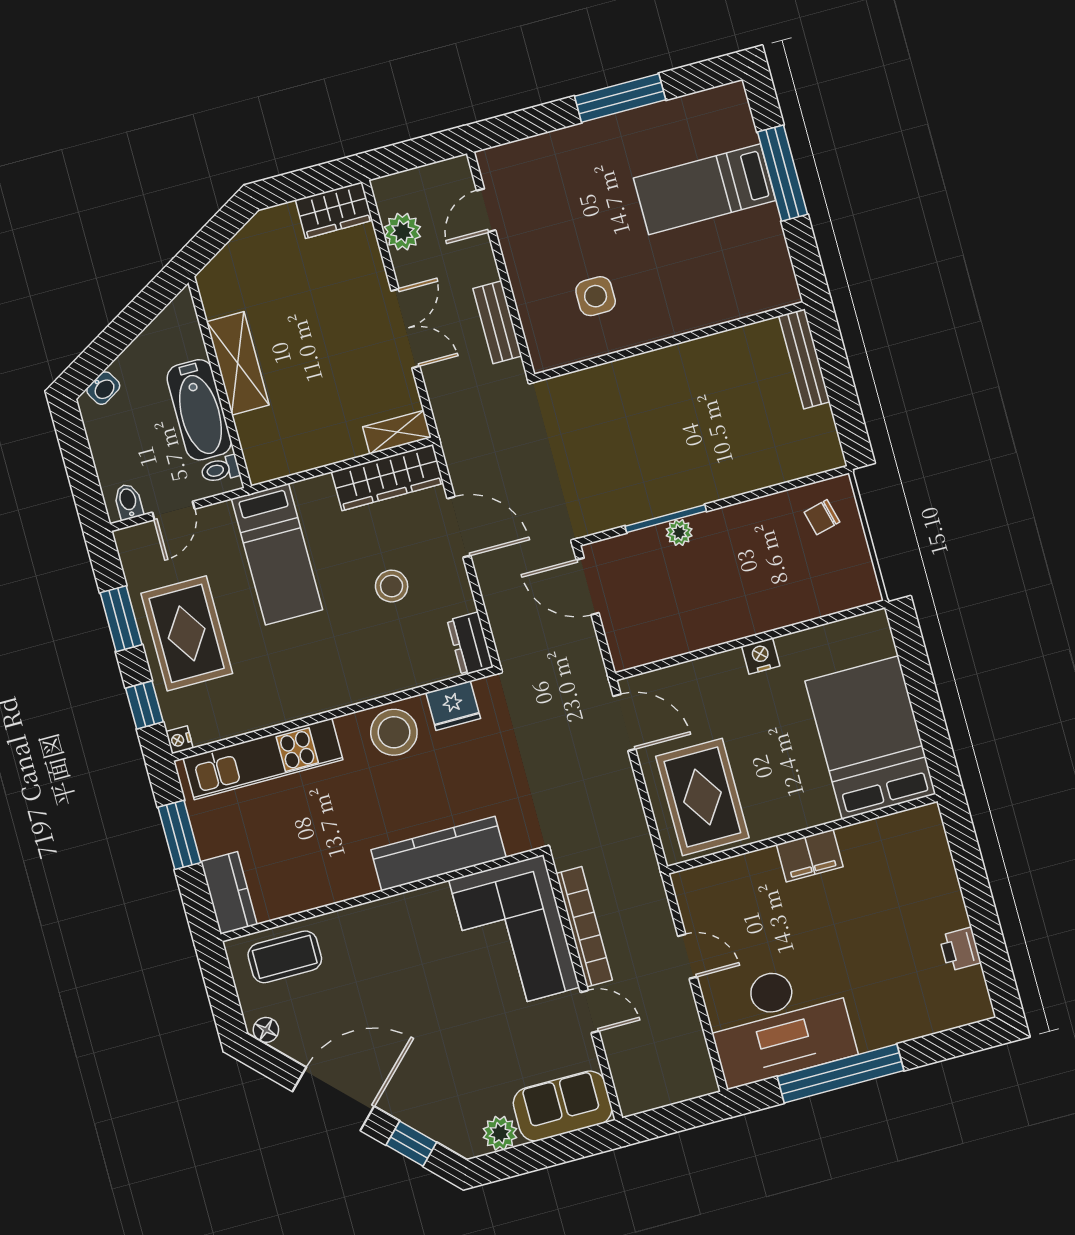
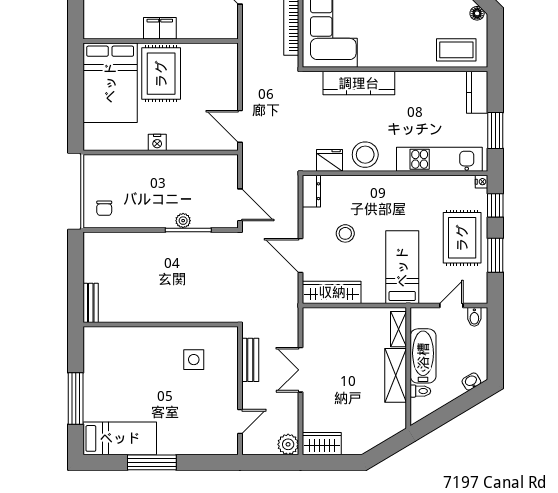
bed: (705, 189) -> (120, 438), moved
plant: (402, 232) -> (288, 444), moved
bench: (804, 359) -> (91, 303), width x0.73
shelving: (397, 432) -> (398, 329), moved, turned 90
toilet: (220, 469) -> (420, 391), moved
chair: (822, 517) -> (104, 208), turned 104
rug: (702, 797) -> (161, 74), moved

